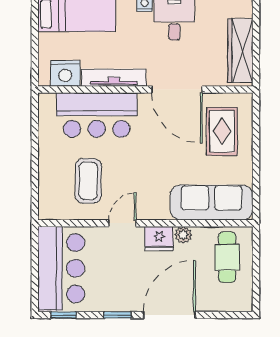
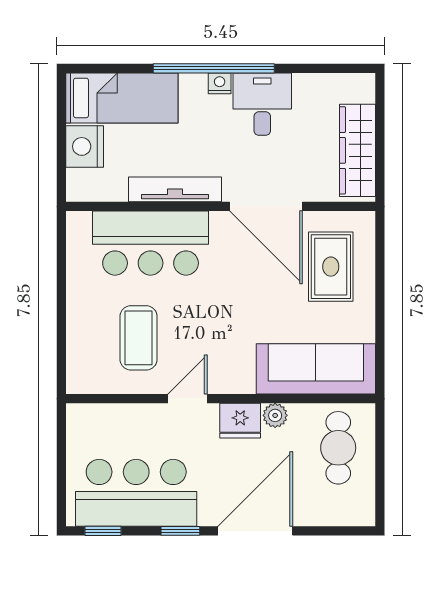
nightstand: (65, 73) -> (85, 146), moved, turned 90
bar counter: (61, 268) -> (136, 493), moved, turned -90

